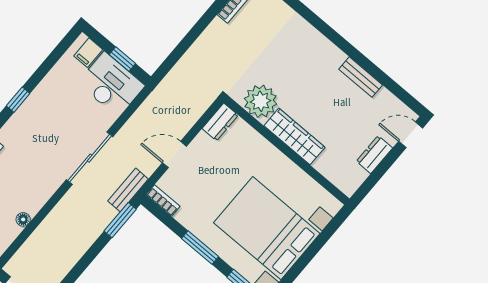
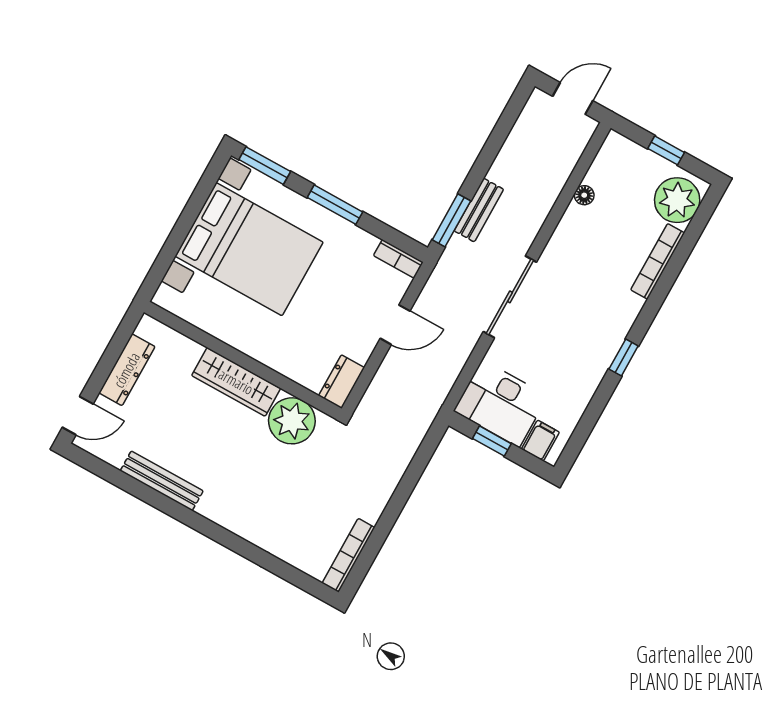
bench: (361, 77) -> (162, 481), width x1.36
dresser: (374, 155) -> (127, 370), width x1.44
bench: (128, 190) -> (479, 210), moved

